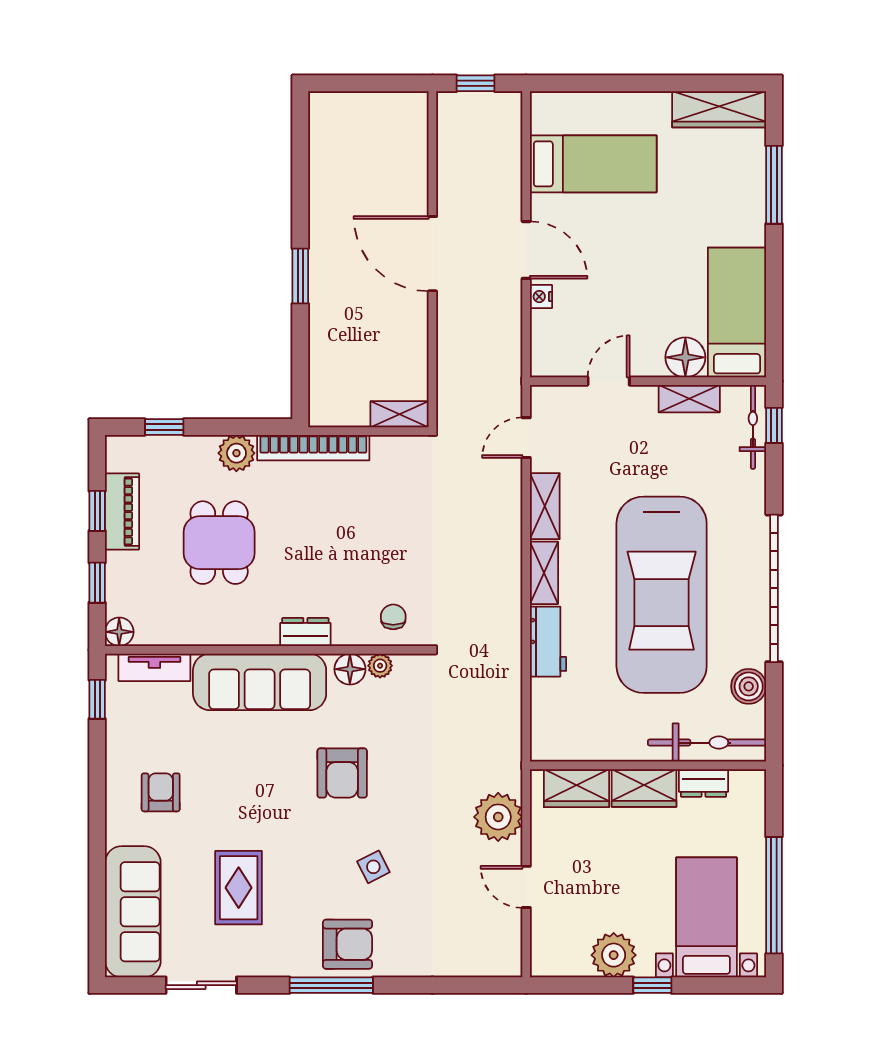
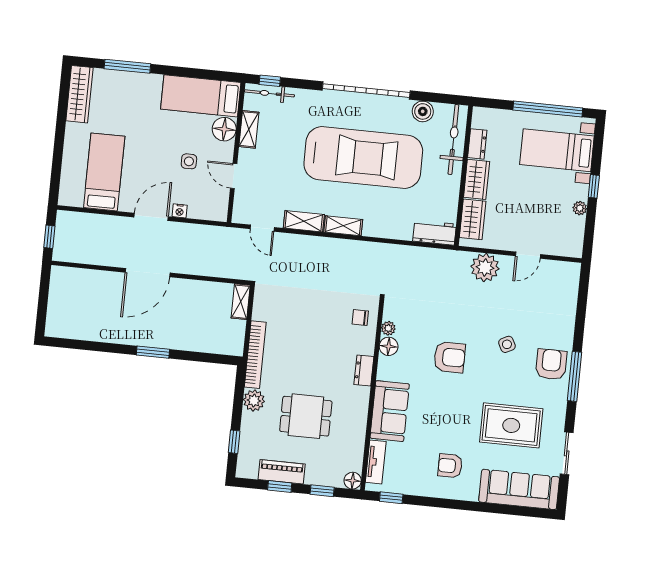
side table: (625, 304) -> (189, 161), added
workbench: (548, 642) -> (435, 233), moved
sofa: (260, 682) -> (390, 411), width x0.73
rug: (239, 888) -> (511, 425), width x1.36, depth x1.43
plant: (614, 955) -> (580, 208), width x0.53, depth x0.53

